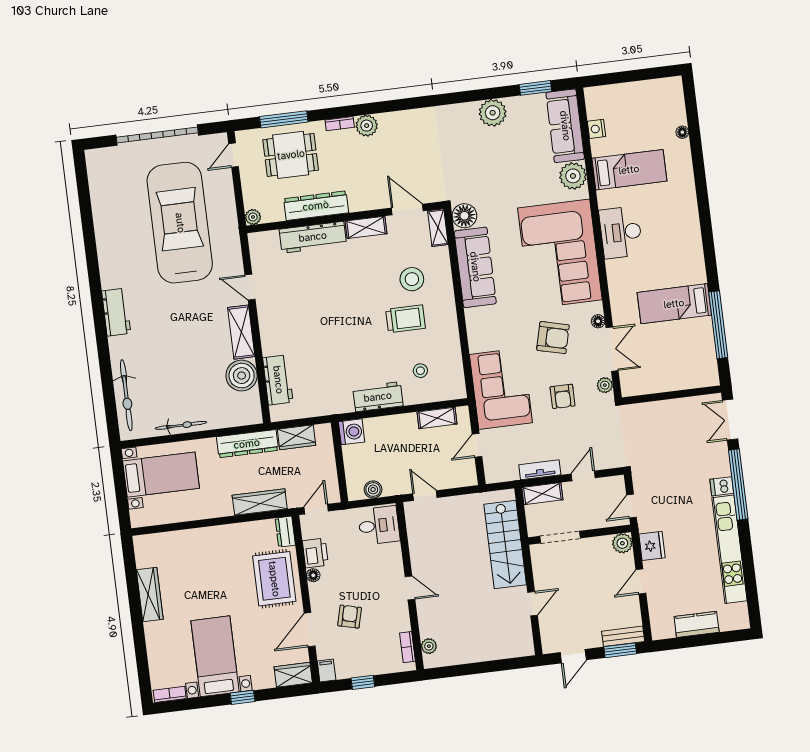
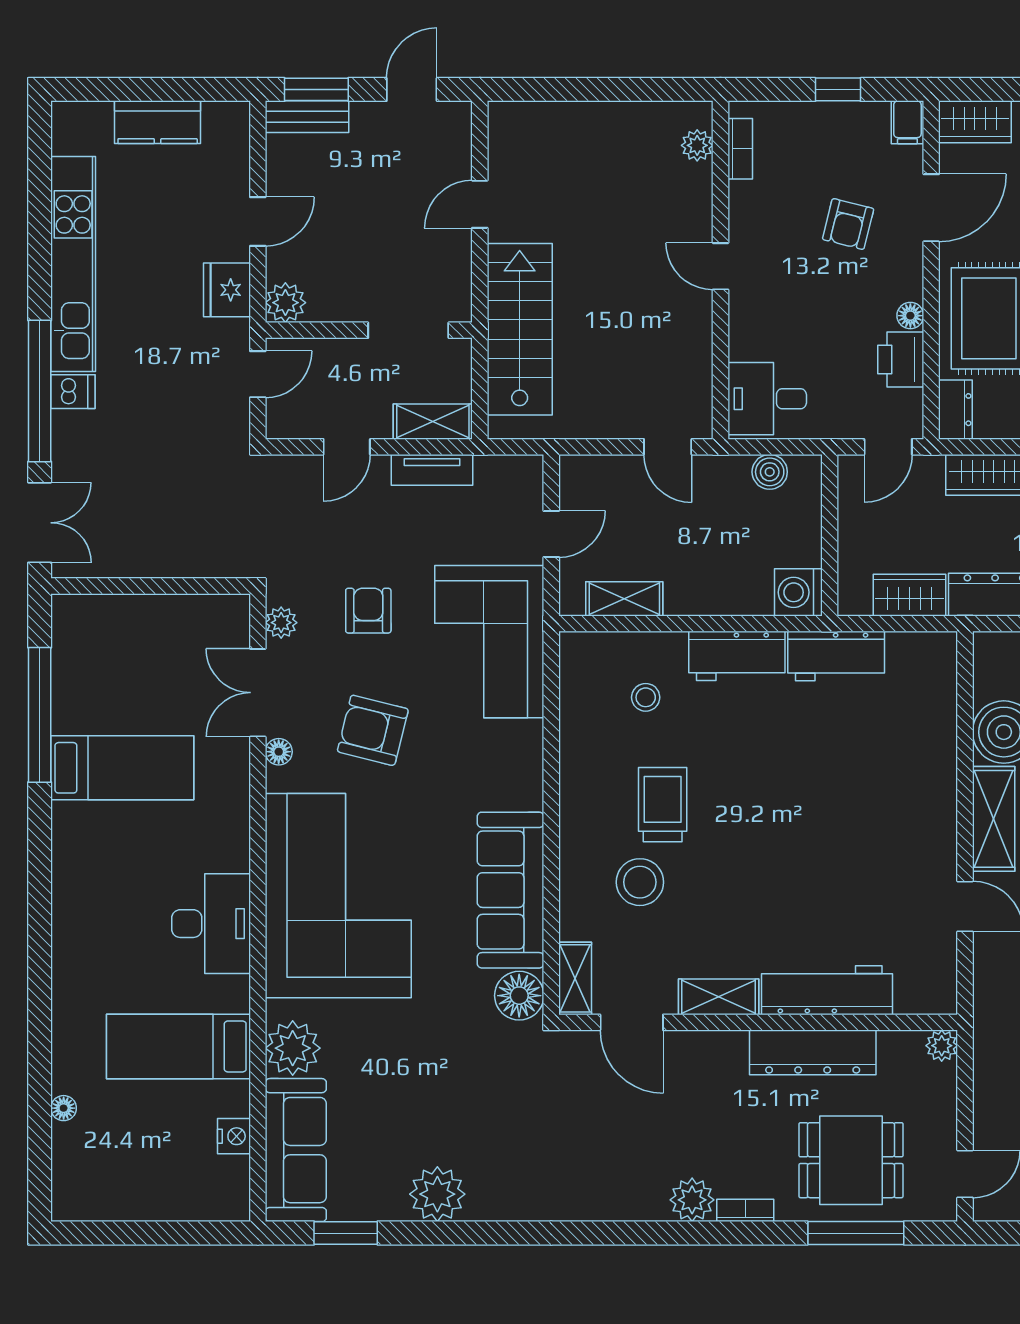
trolley: (405, 319) -> (663, 805), turned 90
workbench: (278, 380) -> (836, 656), moved, turned -90

